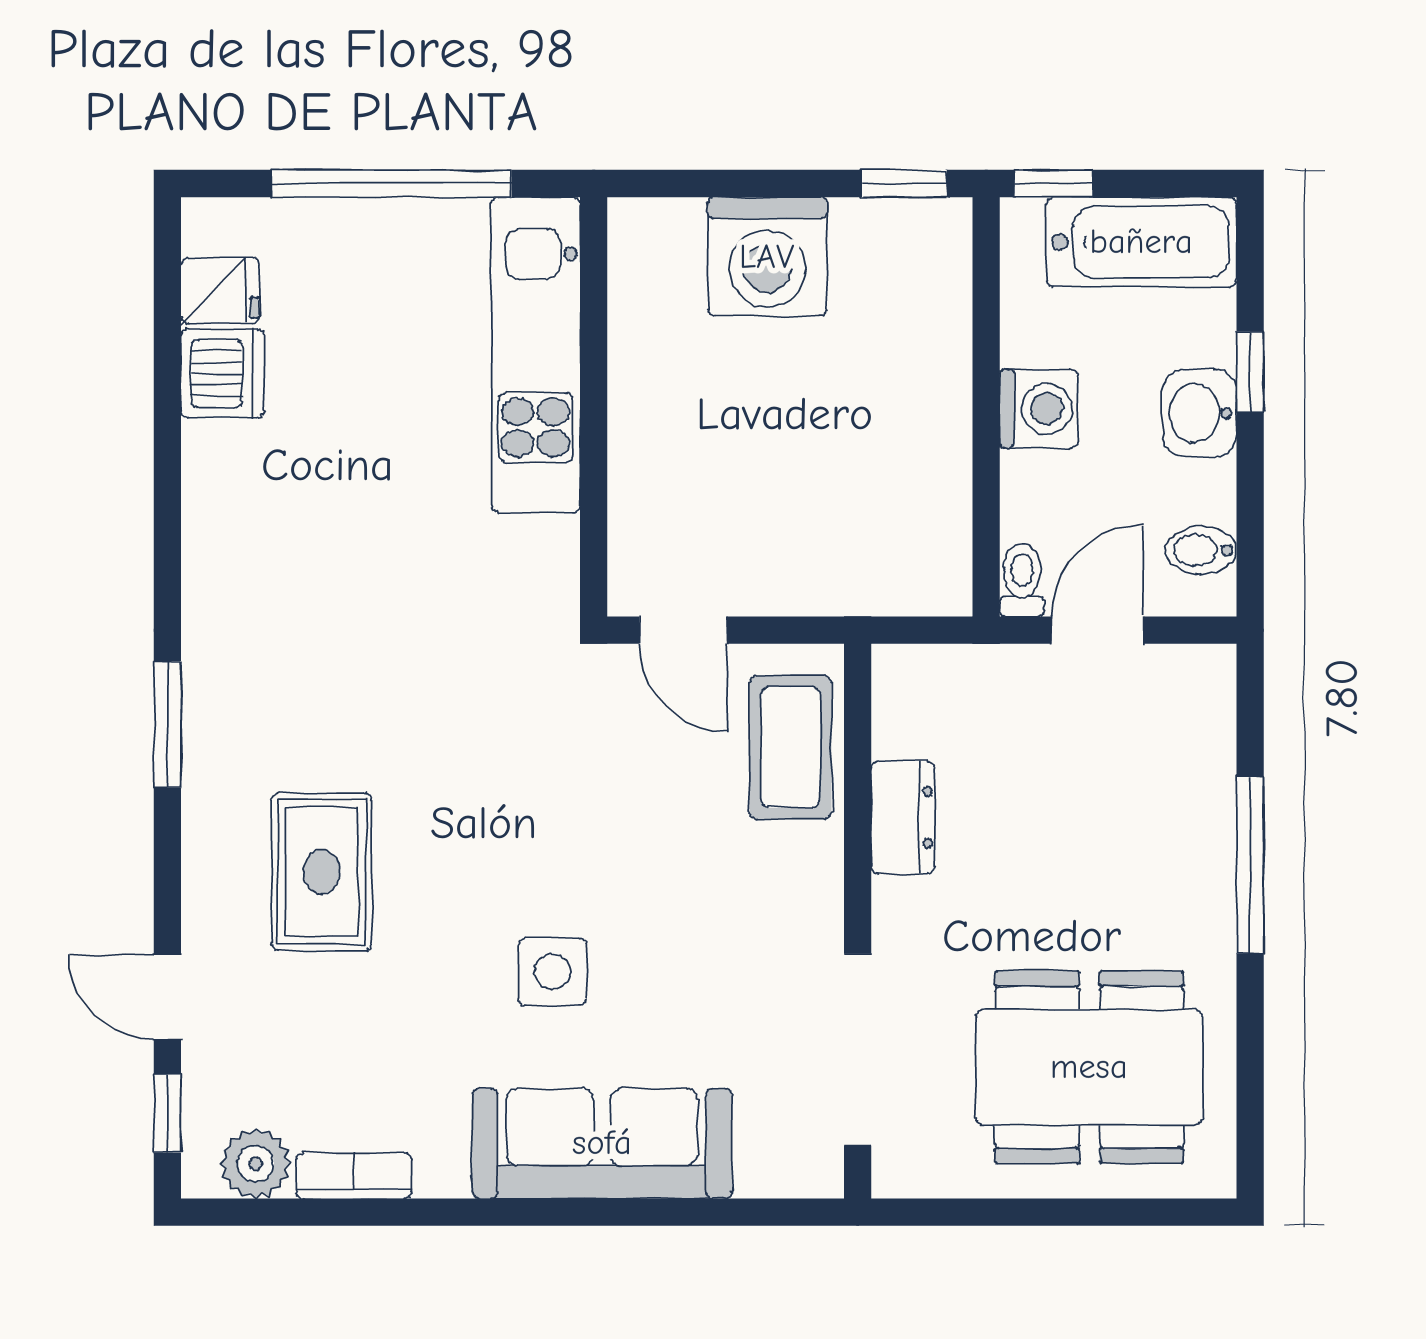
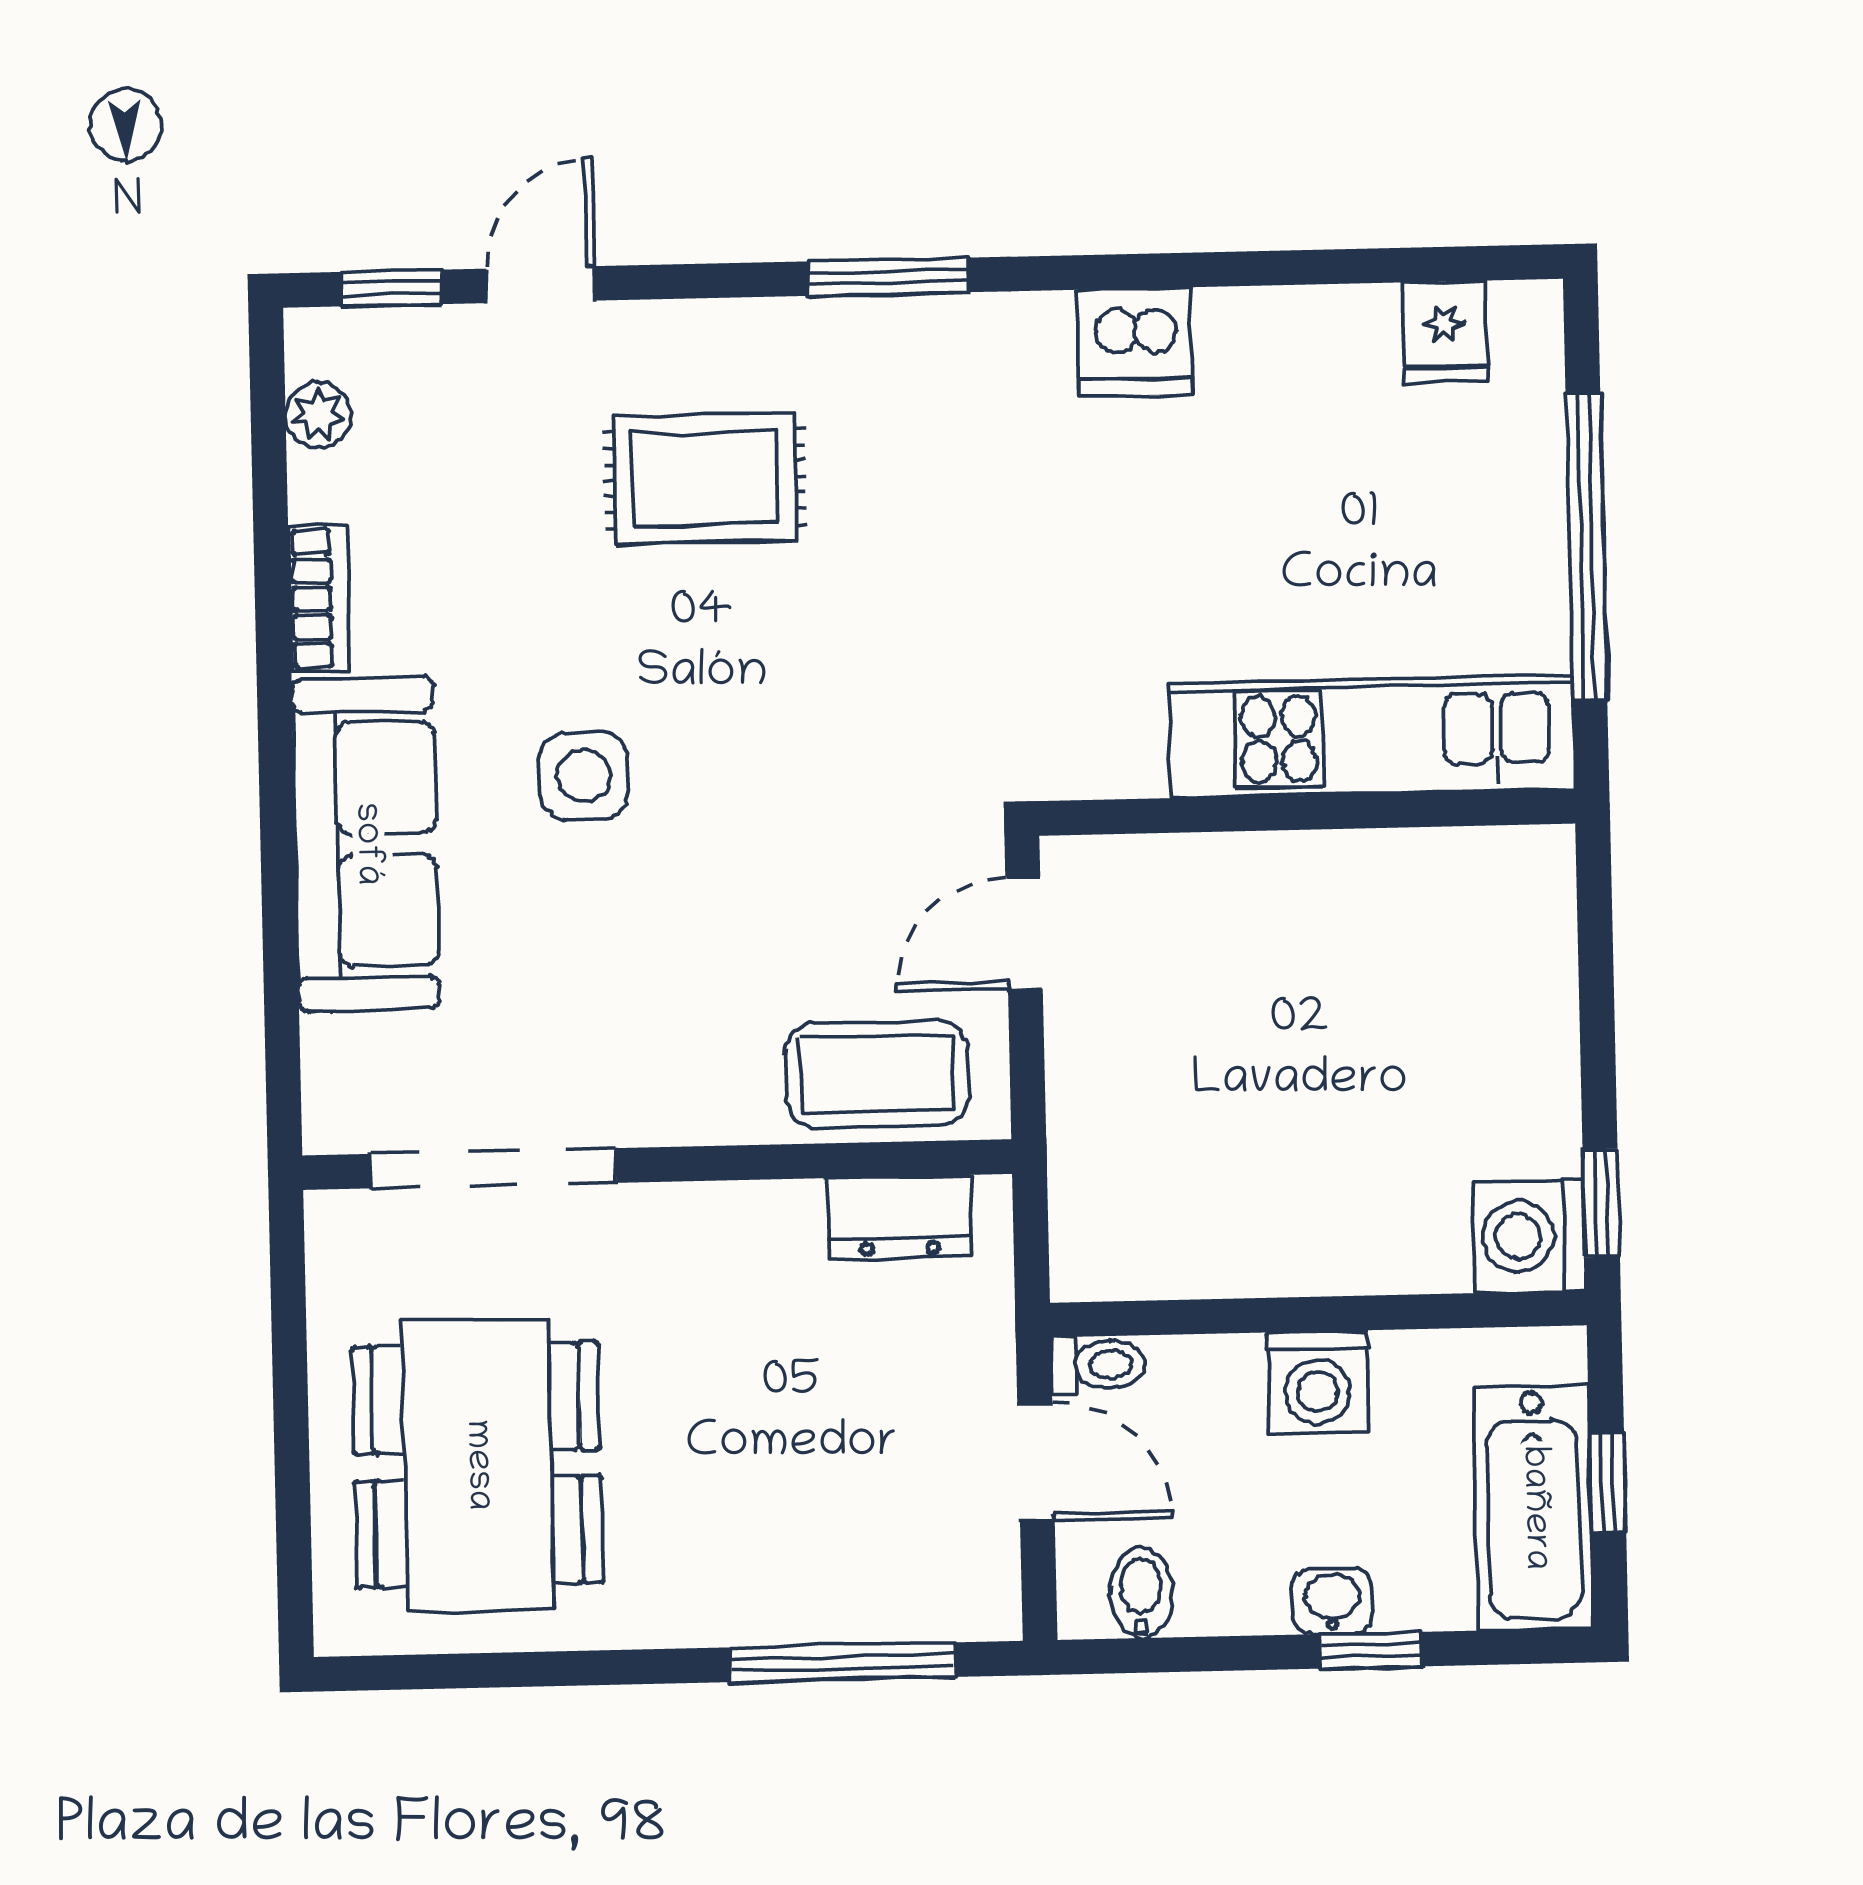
window: (1054, 184) -> (1608, 1483), moved
washing machine: (767, 257) -> (1529, 1236), moved, width x0.73, depth x0.73
dishwasher: (223, 373) -> (1135, 342), moved
washbasin: (1199, 413) -> (1332, 1601), width x0.72, depth x0.69
dresser: (903, 818) -> (899, 1217), moved
window: (1250, 865) -> (843, 1662), moved
plant: (256, 1163) -> (318, 415), width x0.73, depth x0.73
bookcase: (354, 1176) -> (319, 599), moved

